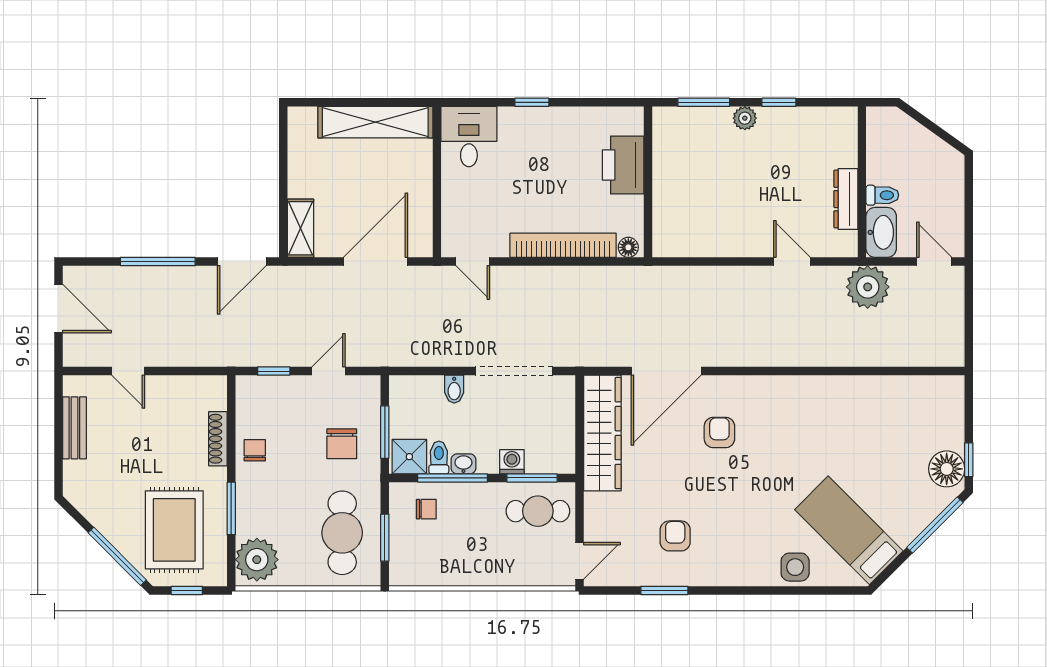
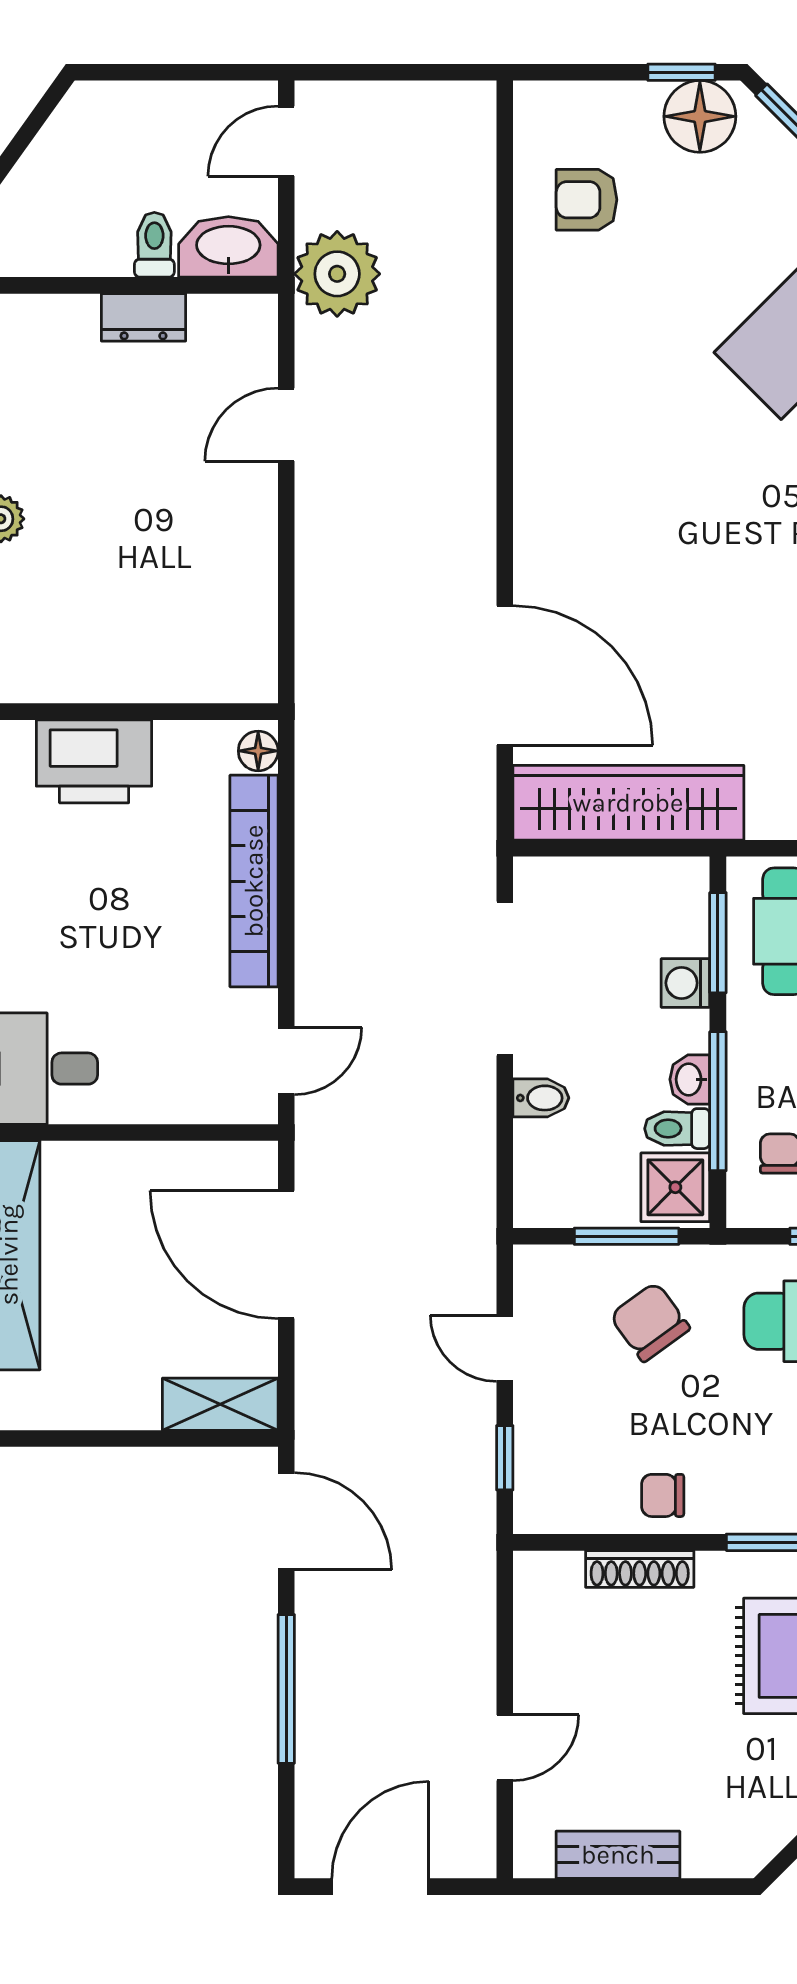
dresser: (846, 199) -> (143, 317), width x0.70
armchair: (719, 432) -> (587, 200), moved
chair: (342, 444) -> (650, 1322), turned -126

